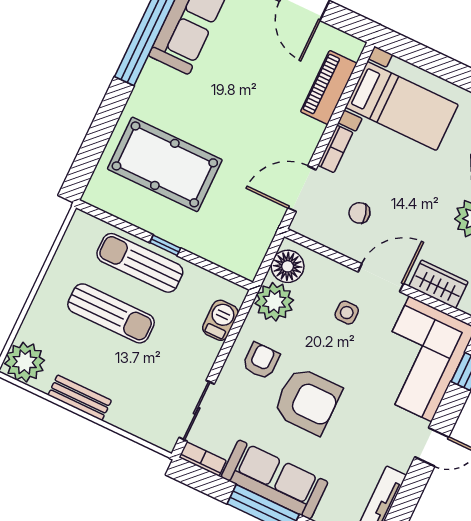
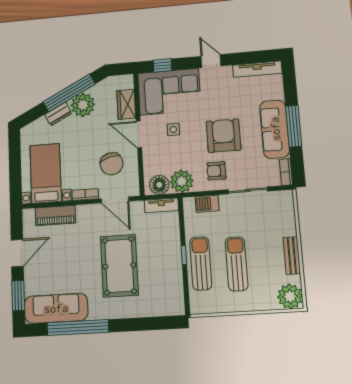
pool table: (165, 164) -> (119, 266), moved
chair: (359, 213) -> (112, 164), width x1.87, depth x1.87
tv unit: (255, 253) -> (161, 205), added
sun lounger: (140, 263) -> (201, 263), turned 180
side table: (347, 313) -> (173, 129), moved
sliding door: (197, 411) -> (248, 190), moved

